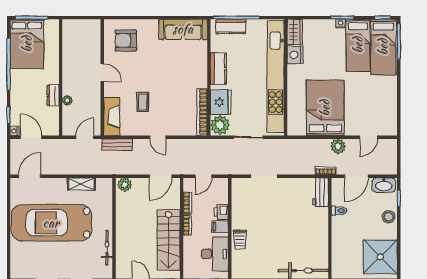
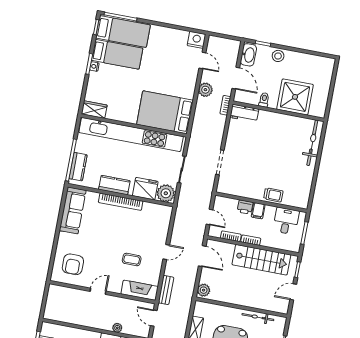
nightstand: (295, 55) -> (196, 40), moved, turned 180
bed: (325, 108) -> (165, 112), moved
bookcase: (202, 112) -> (121, 202), moved
desk: (215, 254) -> (286, 221), width x0.73
shower: (380, 257) -> (295, 97), moved

